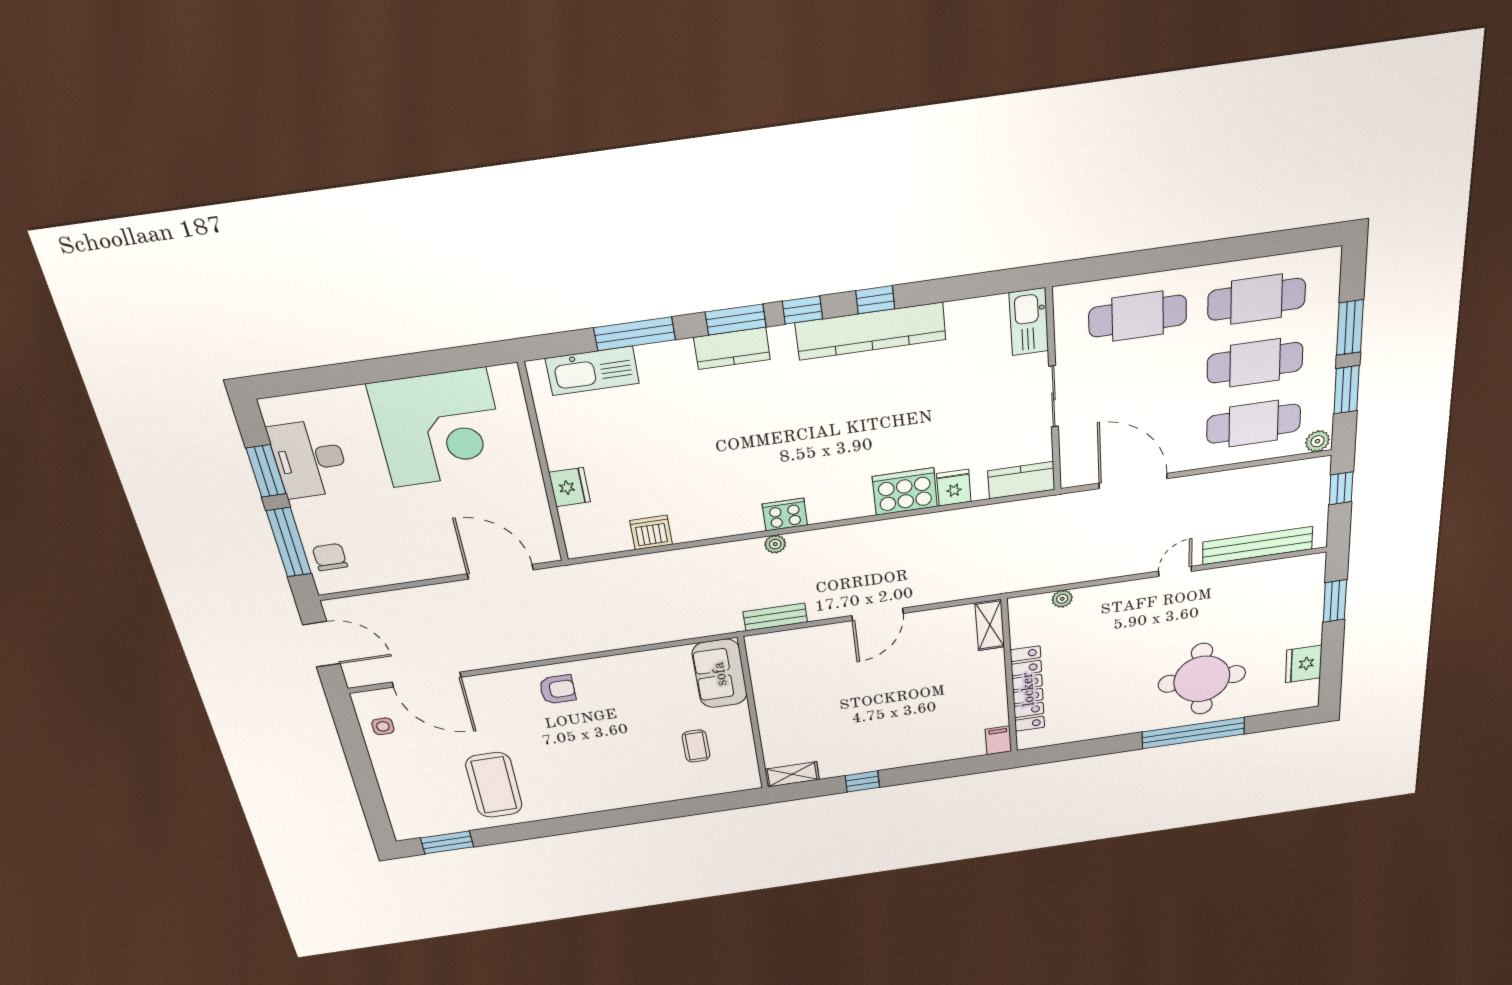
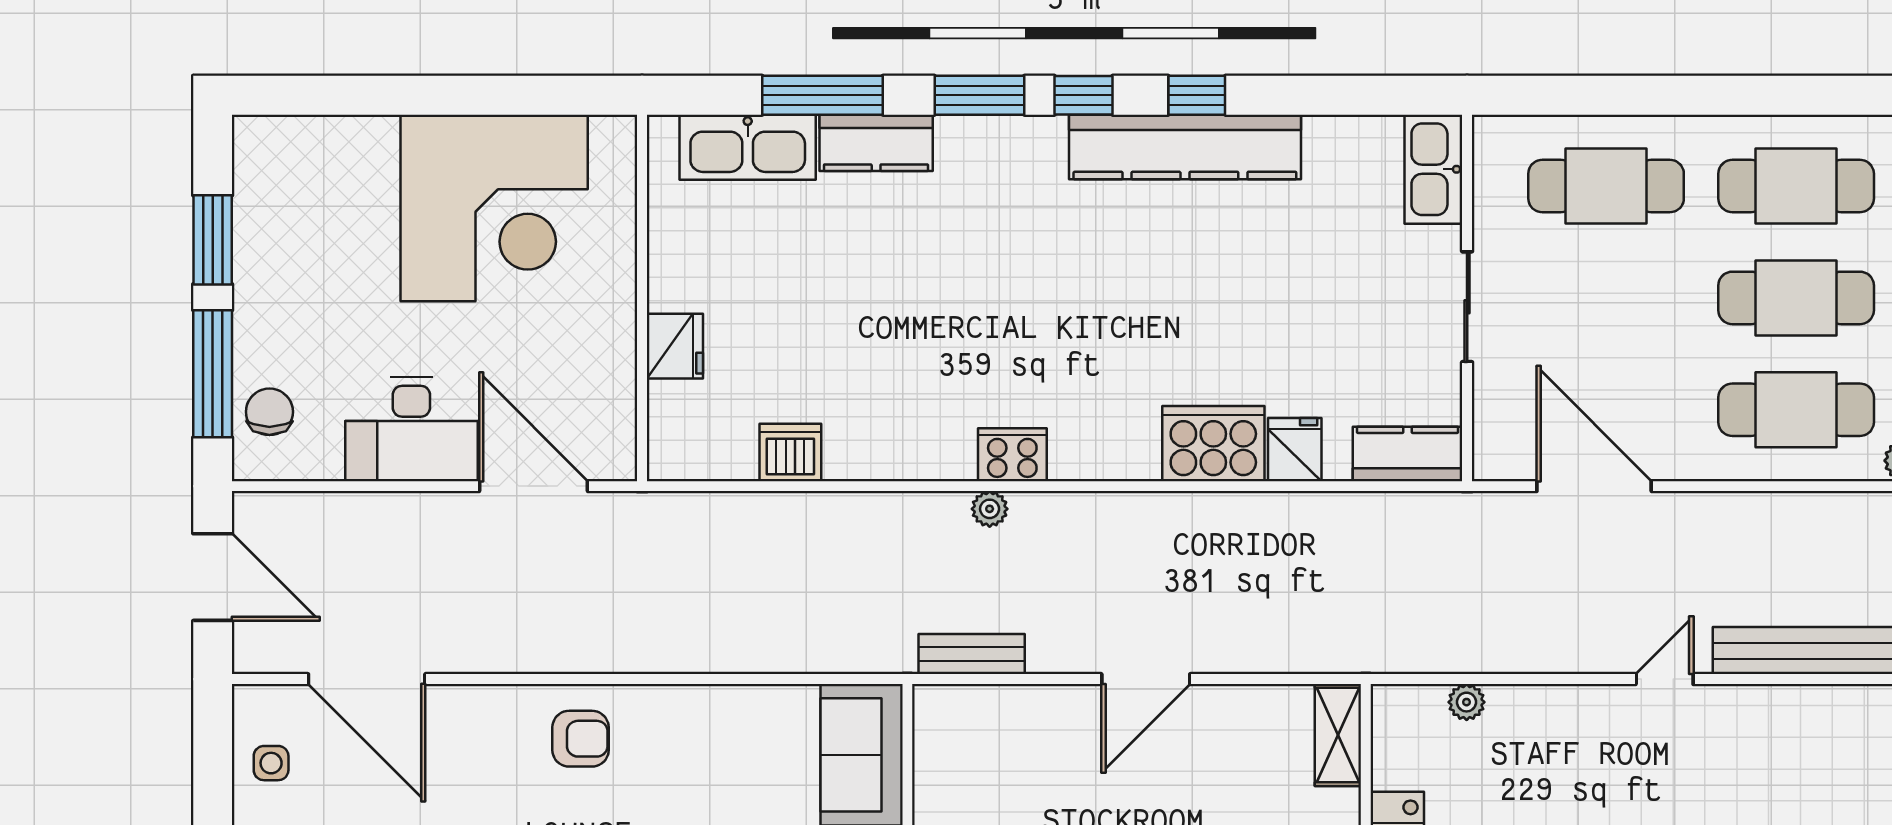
kitchen counter: (732, 348) -> (876, 143), moved
desk: (309, 459) -> (411, 429), moved, turned -90

